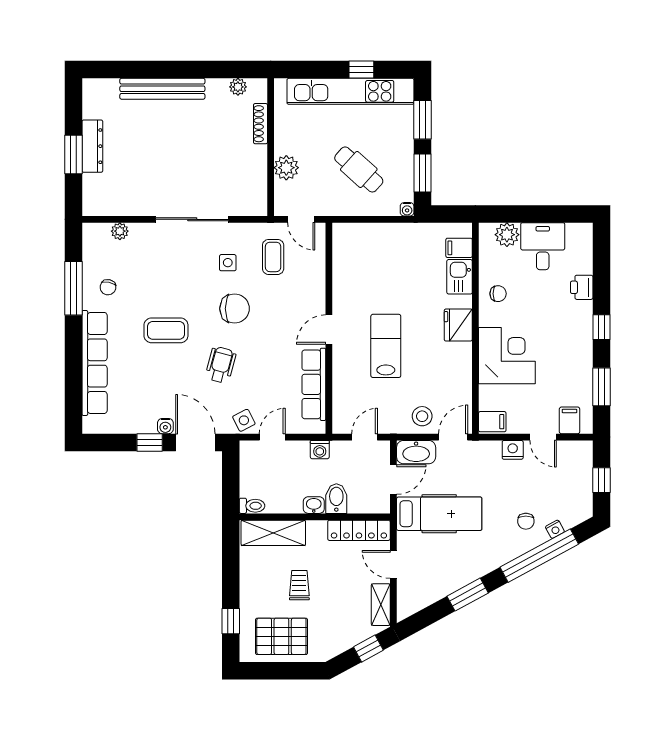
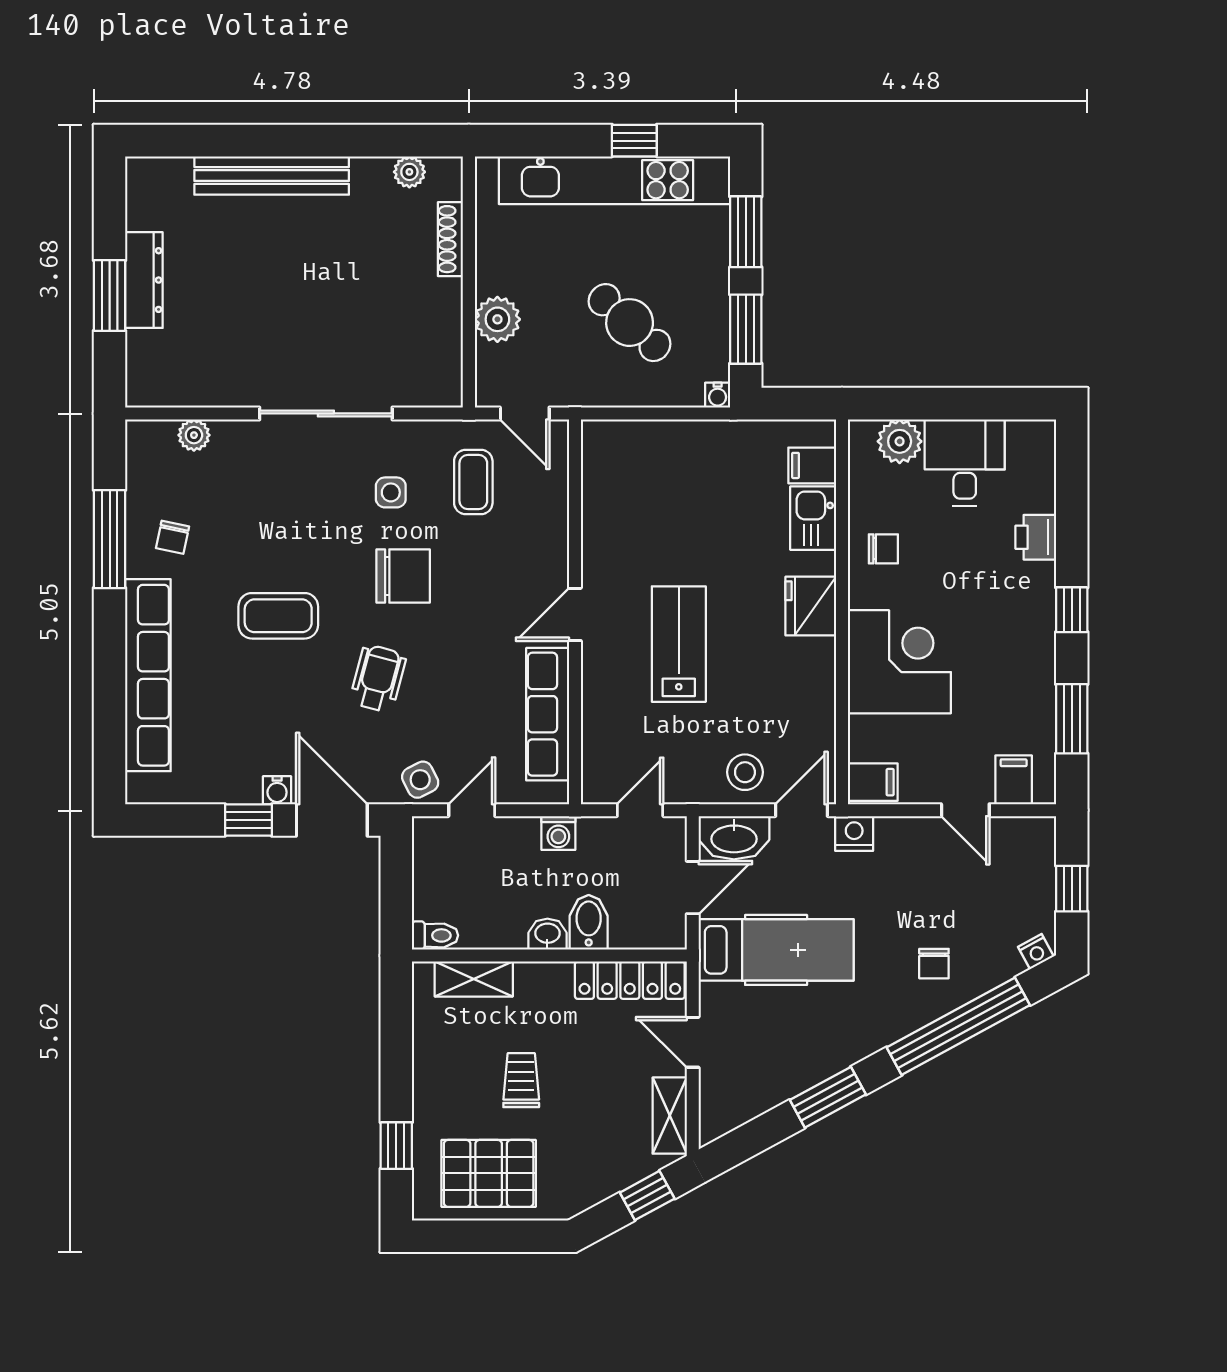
nightstand: (513, 450) -> (854, 833), moved
nightstand: (555, 529) -> (1036, 952), moved
shelving: (273, 533) -> (474, 979), width x0.67, depth x0.75

